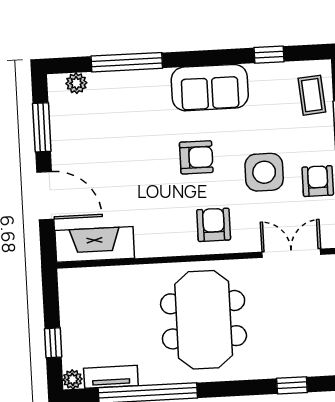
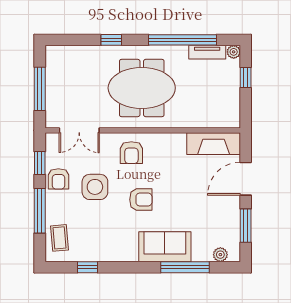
sofa: (210, 88) -> (165, 247), moved
armchair: (196, 157) -> (141, 200), turned 180
door: (45, 196) -> (246, 179), hinge flipped
meeting table: (204, 320) -> (142, 88), turned 90
window: (292, 385) -> (111, 40), moved

